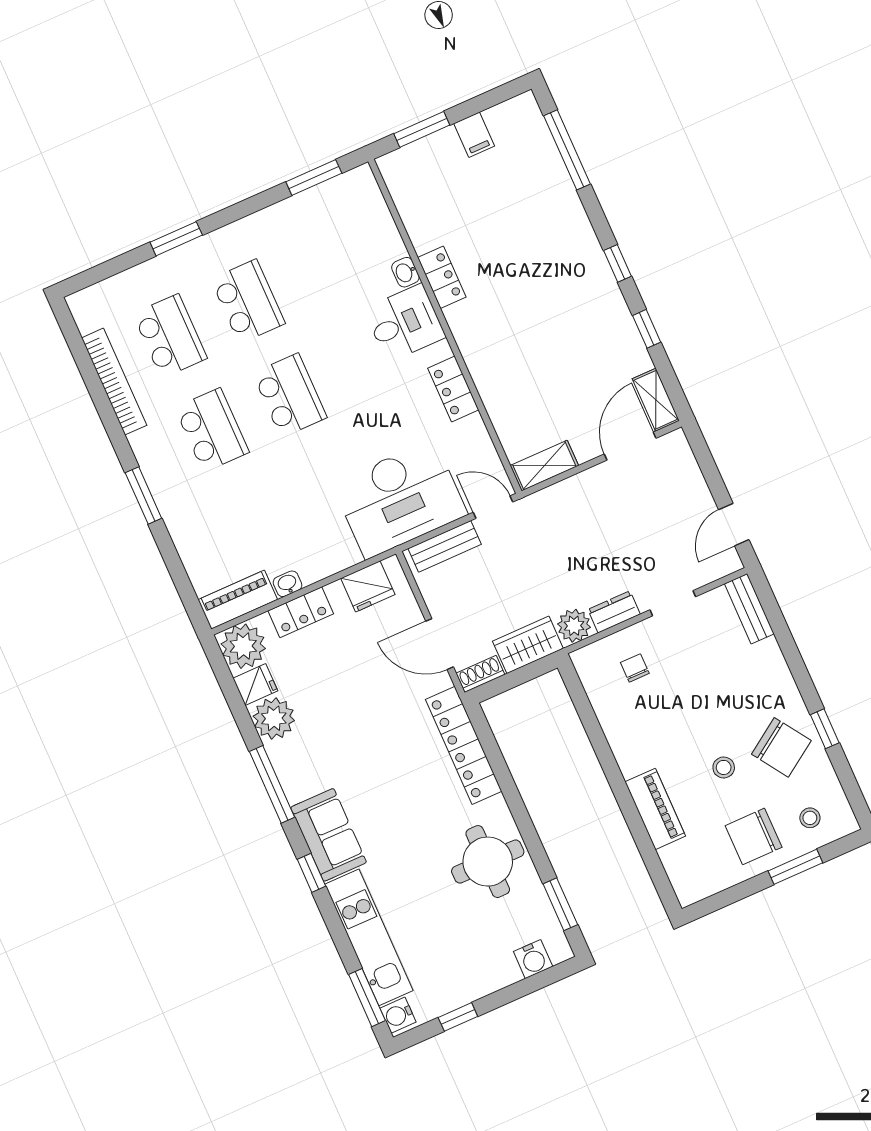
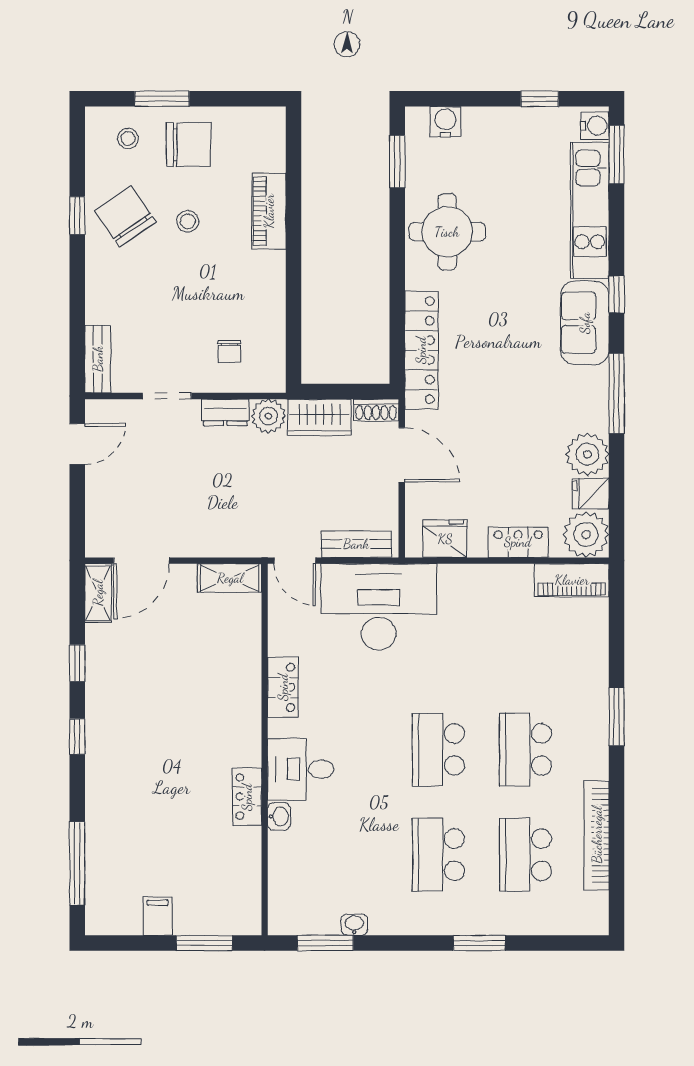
washbasin: (288, 584) -> (354, 925), moved, turned 180

